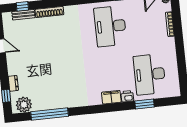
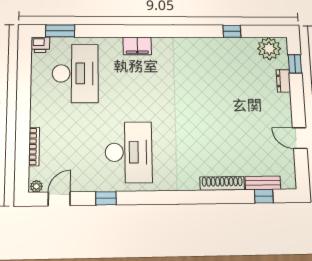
printer: (127, 96) -> (40, 45), moved
window: (145, 104) -> (60, 31), moved
window: (50, 114) -> (232, 31), width x0.32

